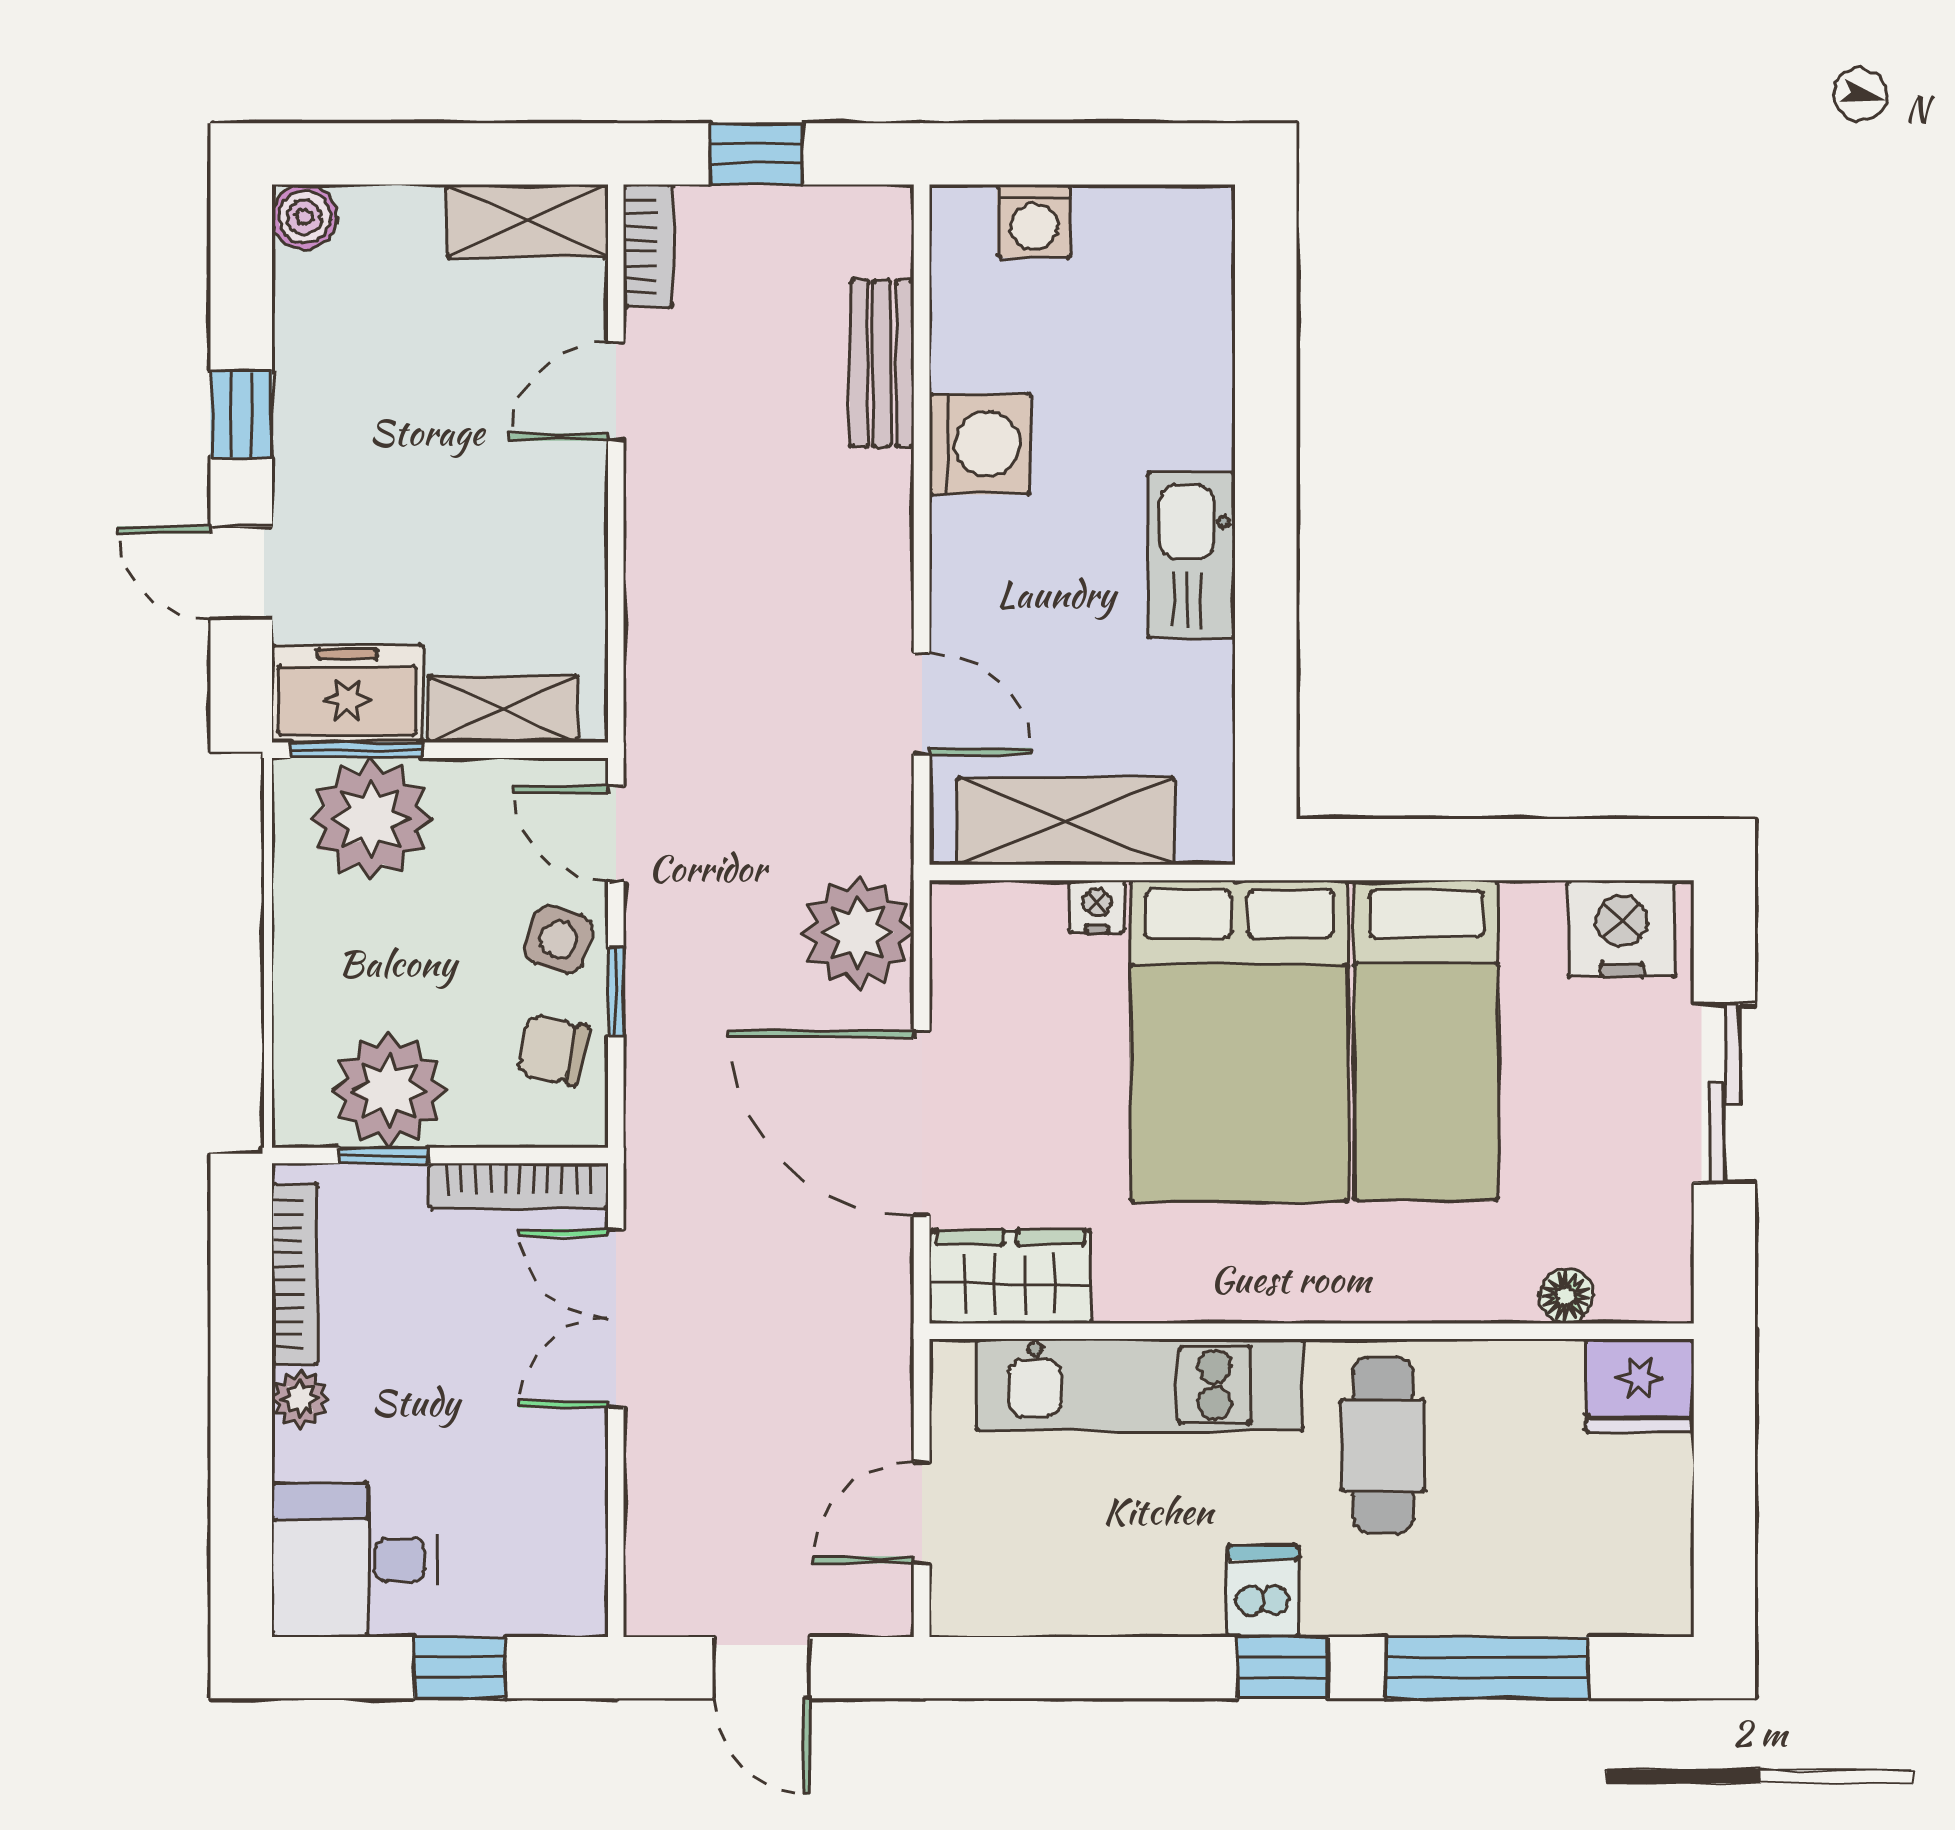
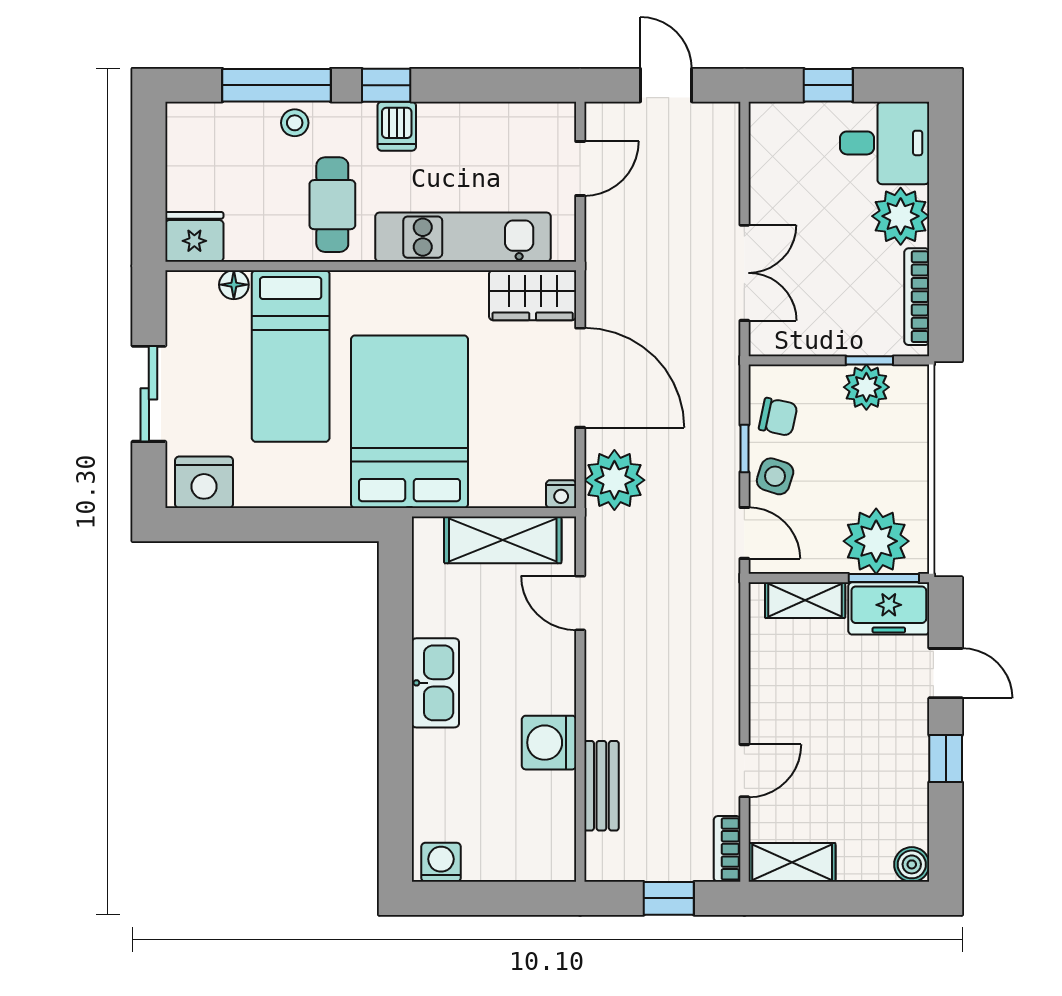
washing machine: (1034, 221) -> (441, 862), moved
nightstand: (1097, 906) -> (561, 494), moved
bed: (1426, 1040) -> (291, 356), moved, turned 180
plant: (389, 1090) -> (866, 387), width x0.73, depth x0.73
bookcase: (519, 1186) -> (797, 344), removed
plant: (300, 1399) -> (901, 216), width x1.88, depth x1.88
stool: (1453, 1598) -> (295, 123), added

